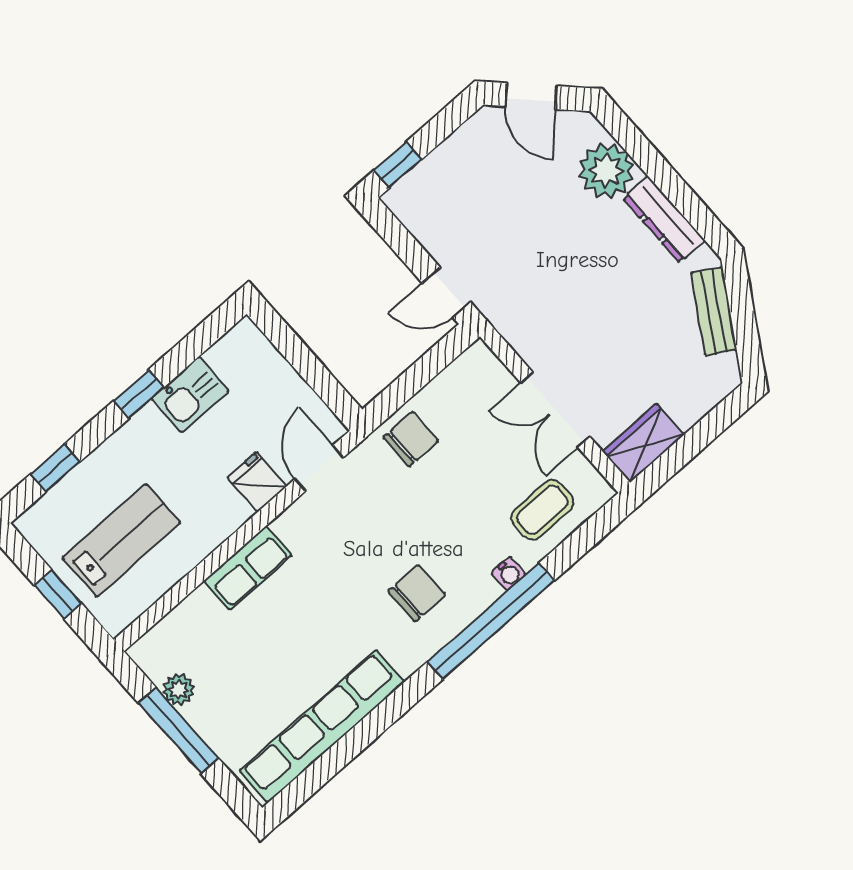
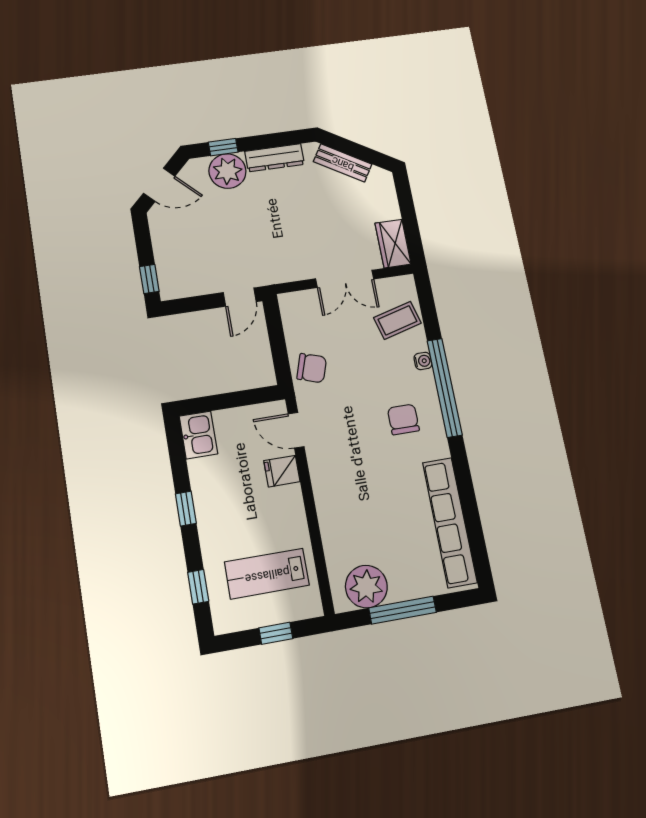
window: (635, 144) -> (223, 147), added
kitchen sink: (190, 395) -> (198, 435), moved
chair: (411, 439) -> (312, 368), turned 108
coffee table: (542, 510) -> (397, 320), turned 75
lab bench: (121, 540) -> (267, 574), turned -90
row of seats: (248, 568) -> (330, 508), removed
plant: (179, 690) -> (366, 587), width x1.88, depth x1.88

